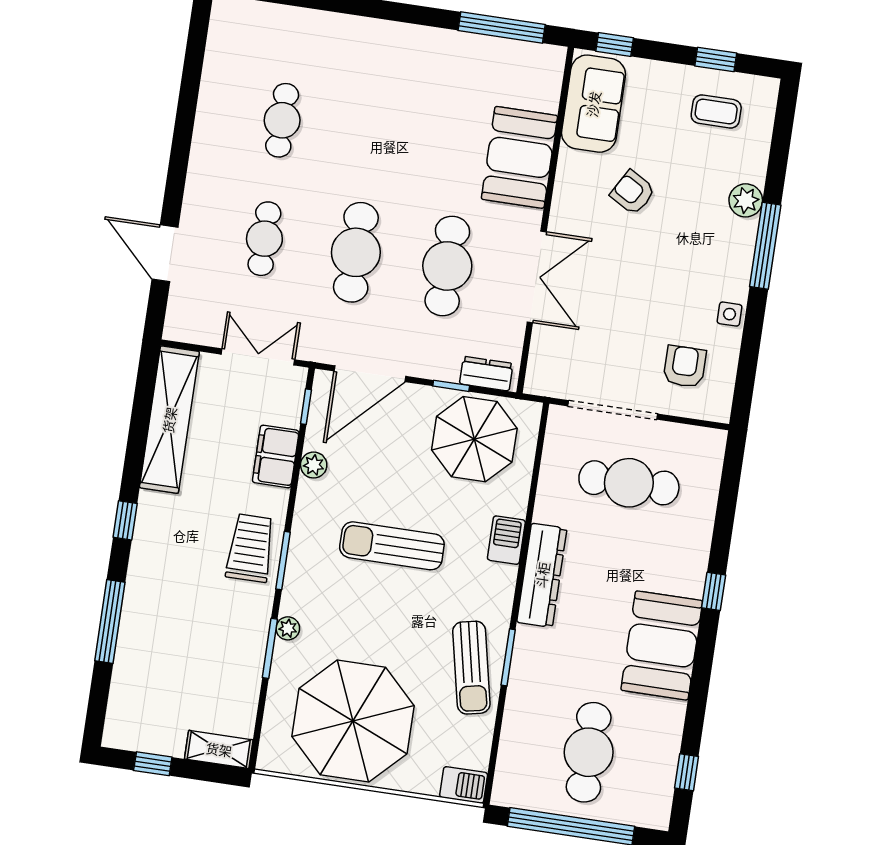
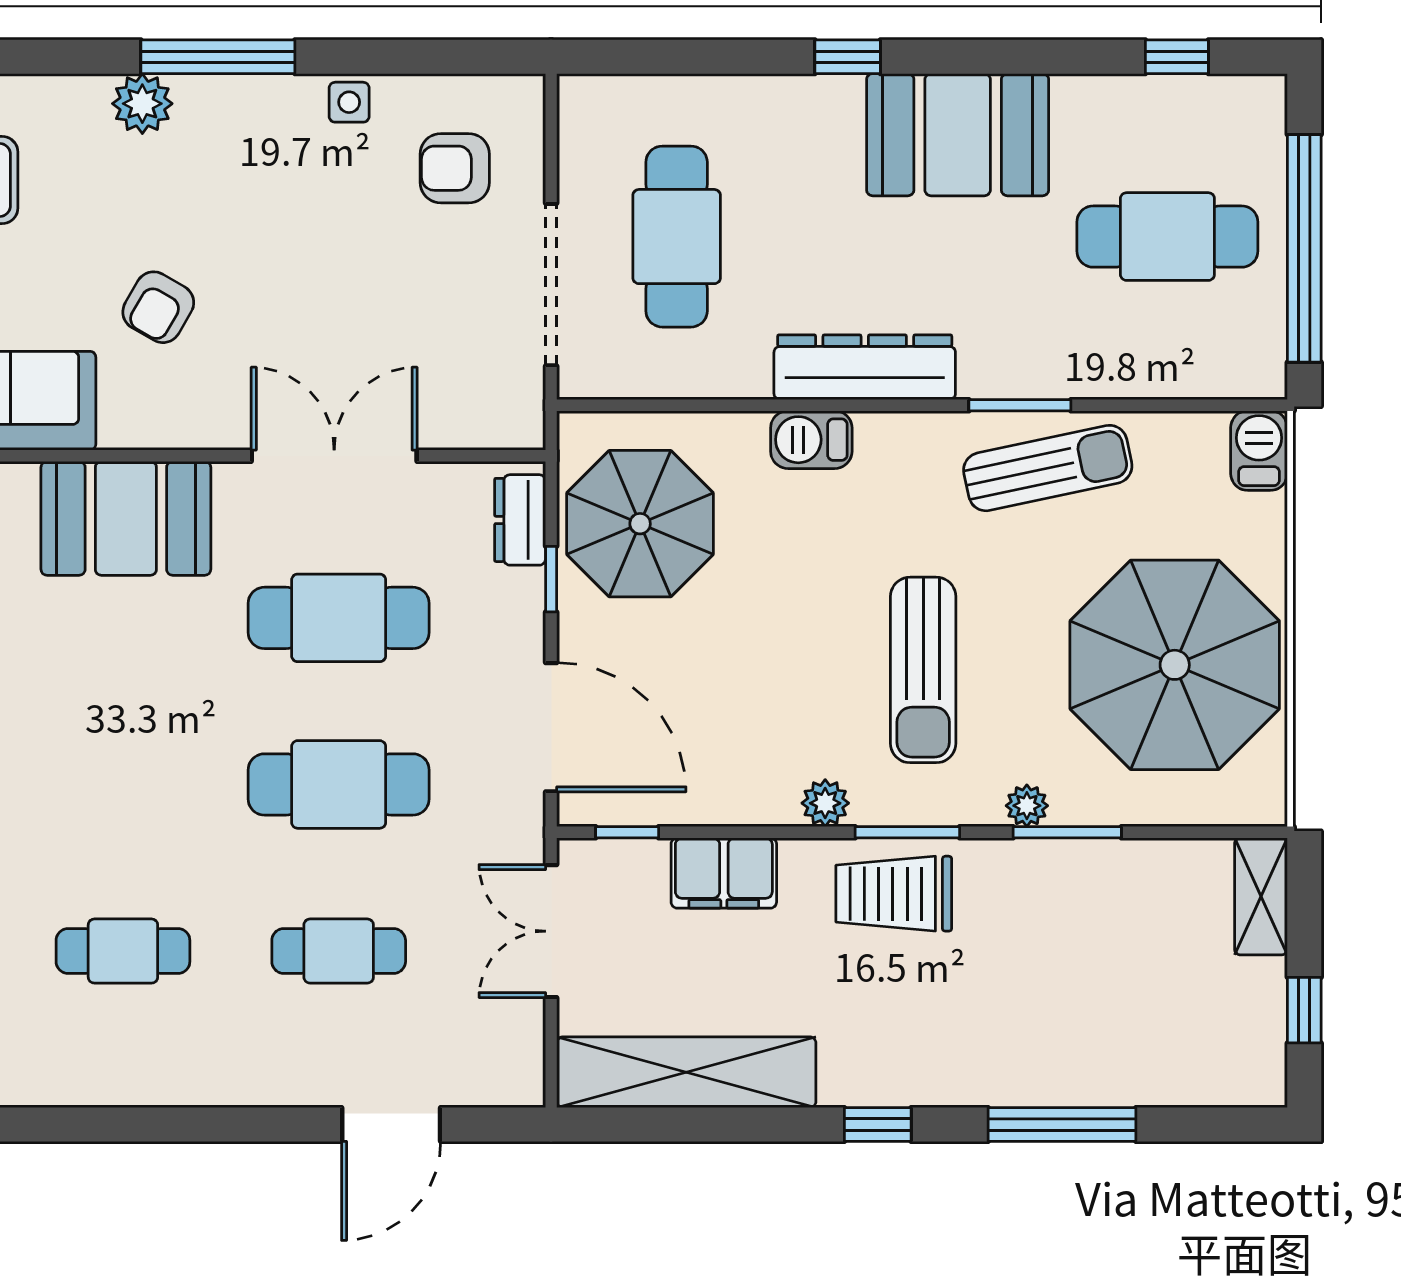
plant: (314, 465) -> (825, 803), moved
sun lounger: (392, 546) -> (923, 670), moved

